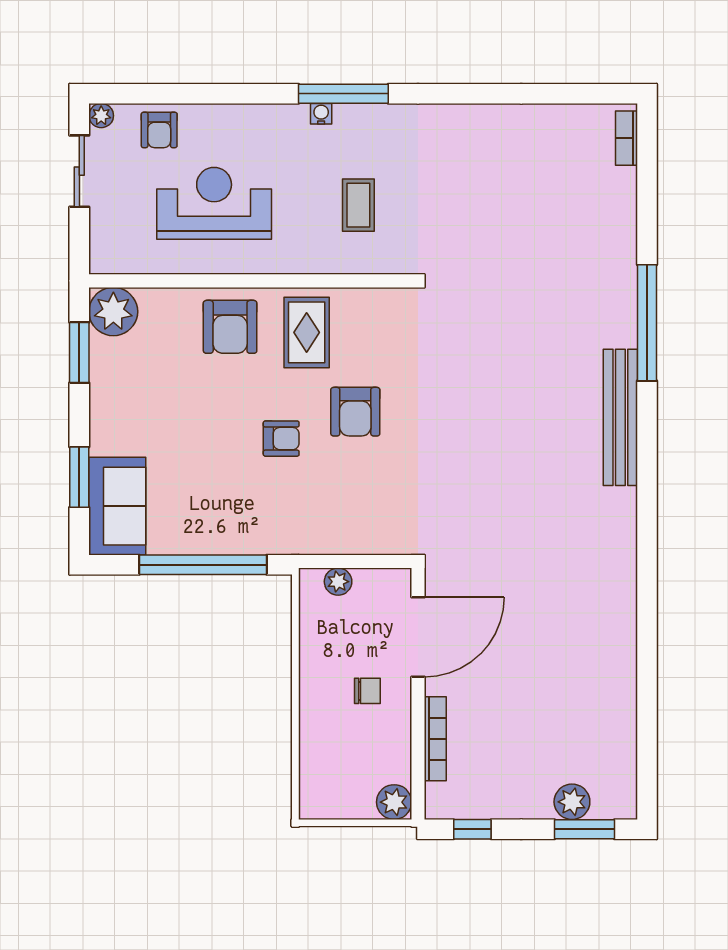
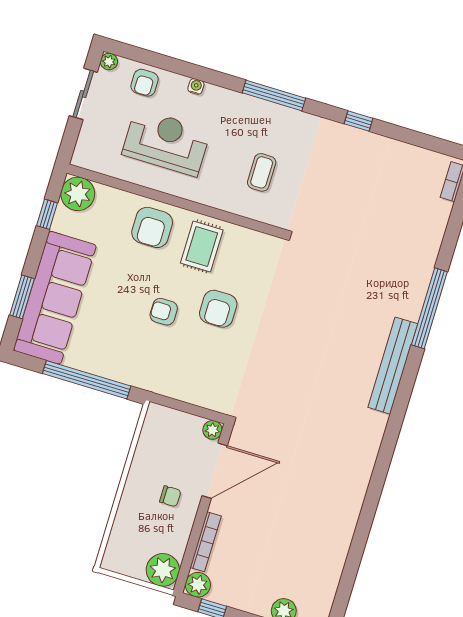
window: (471, 94) -> (358, 121), added
water cooler: (321, 114) -> (196, 86), moved
window: (79, 352) -> (47, 214), width x0.67
armchair: (281, 439) -> (164, 312), turned 180
sofa: (117, 506) -> (55, 298), width x1.85, depth x1.27
plant: (338, 582) -> (212, 430), moved
plant: (394, 802) -> (163, 570), width x1.36, depth x1.36
plant: (442, 802) -> (198, 585), added

